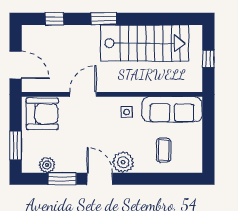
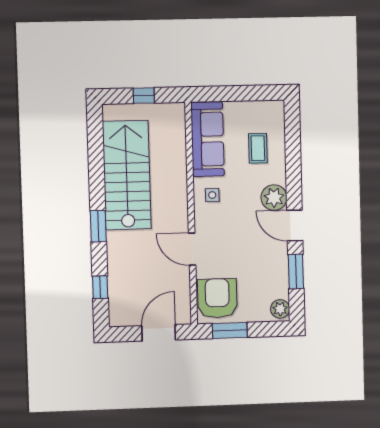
window: (16, 145) -> (230, 330), moved
coffee table: (164, 150) -> (258, 148), turned 90
plant: (47, 165) -> (280, 309), moved
door: (100, 179) -> (295, 226), hinge flipped

